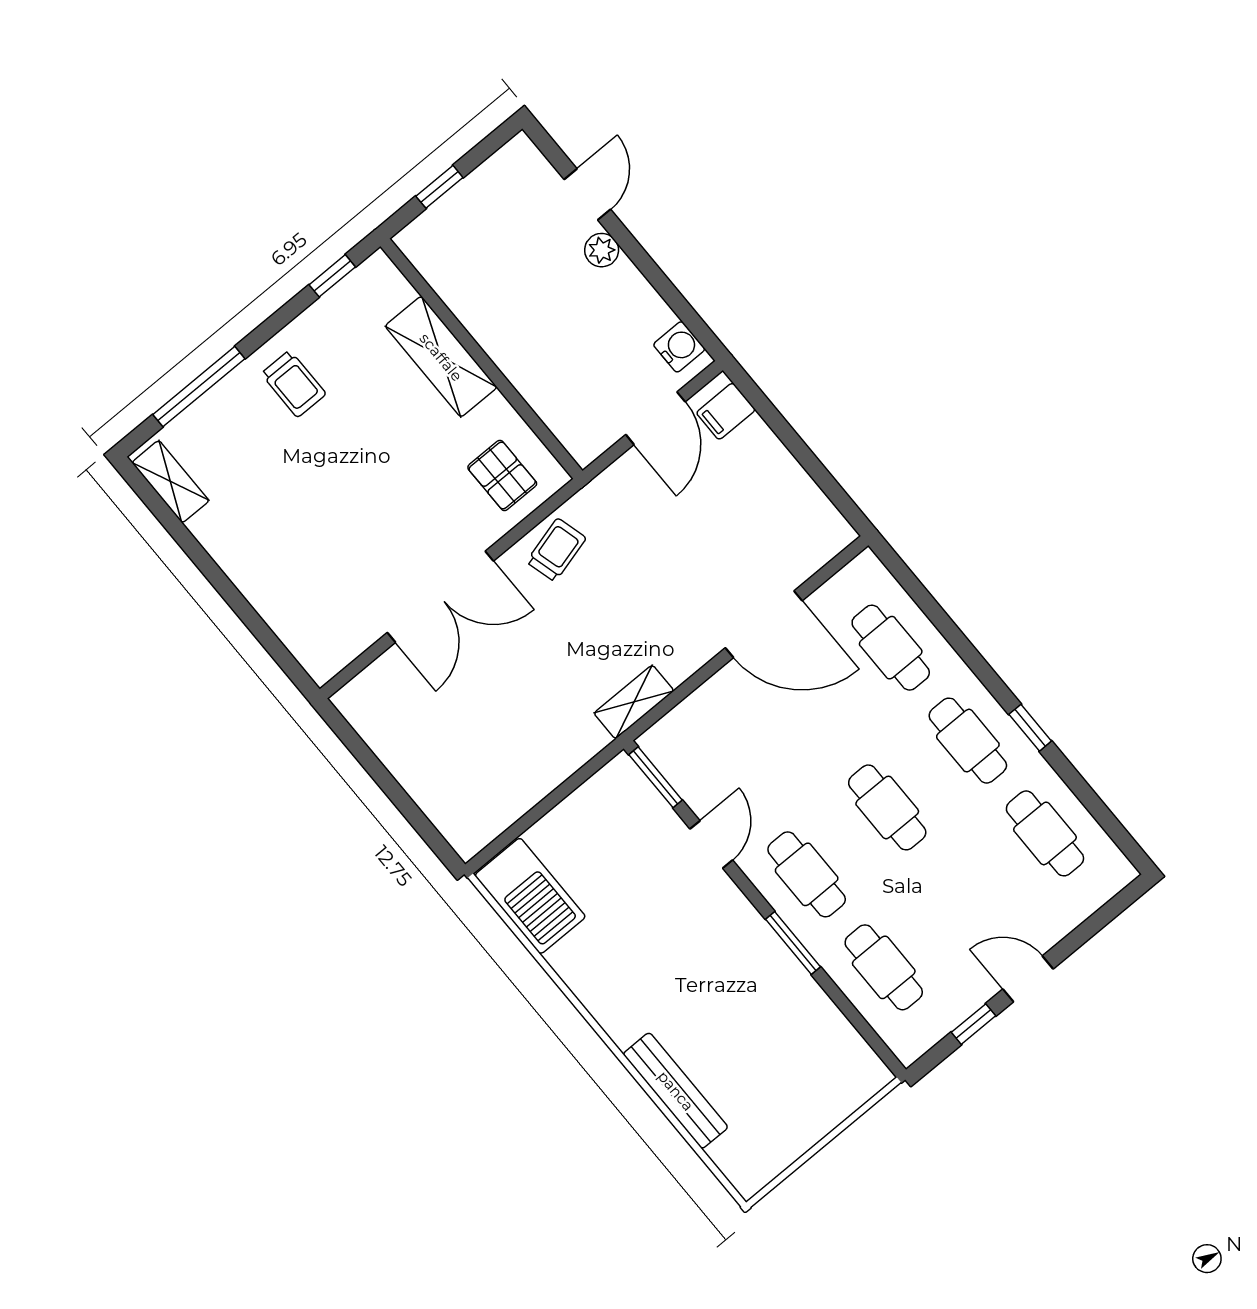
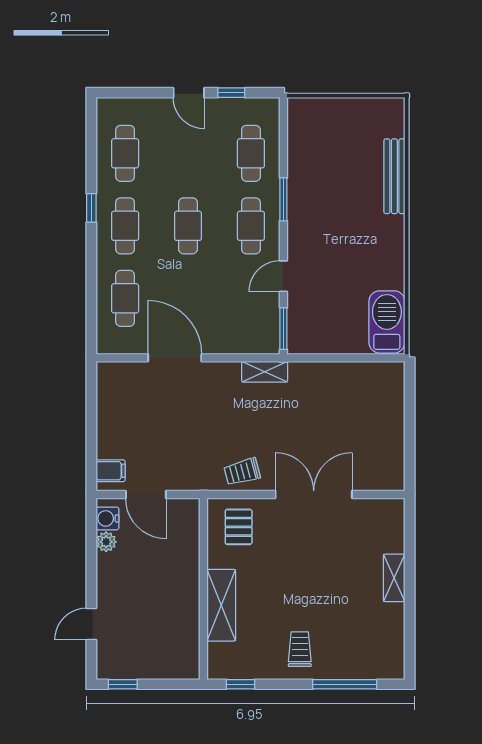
window: (439, 187) -> (123, 684), moved
plant: (602, 250) -> (106, 542), moved
door: (655, 418) -> (146, 495), swing flipped
shelving: (170, 482) -> (394, 578), moved

